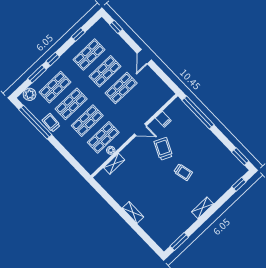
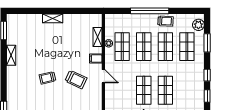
shop shelf: (89, 55) -> (187, 90), removed
window: (53, 59) -> (207, 75), moved
filing cabinet: (163, 119) -> (96, 59), moved
window: (35, 122) -> (150, 11), moved
door: (140, 130) -> (103, 76), swing flipped
shelving: (202, 208) -> (11, 55), moved

